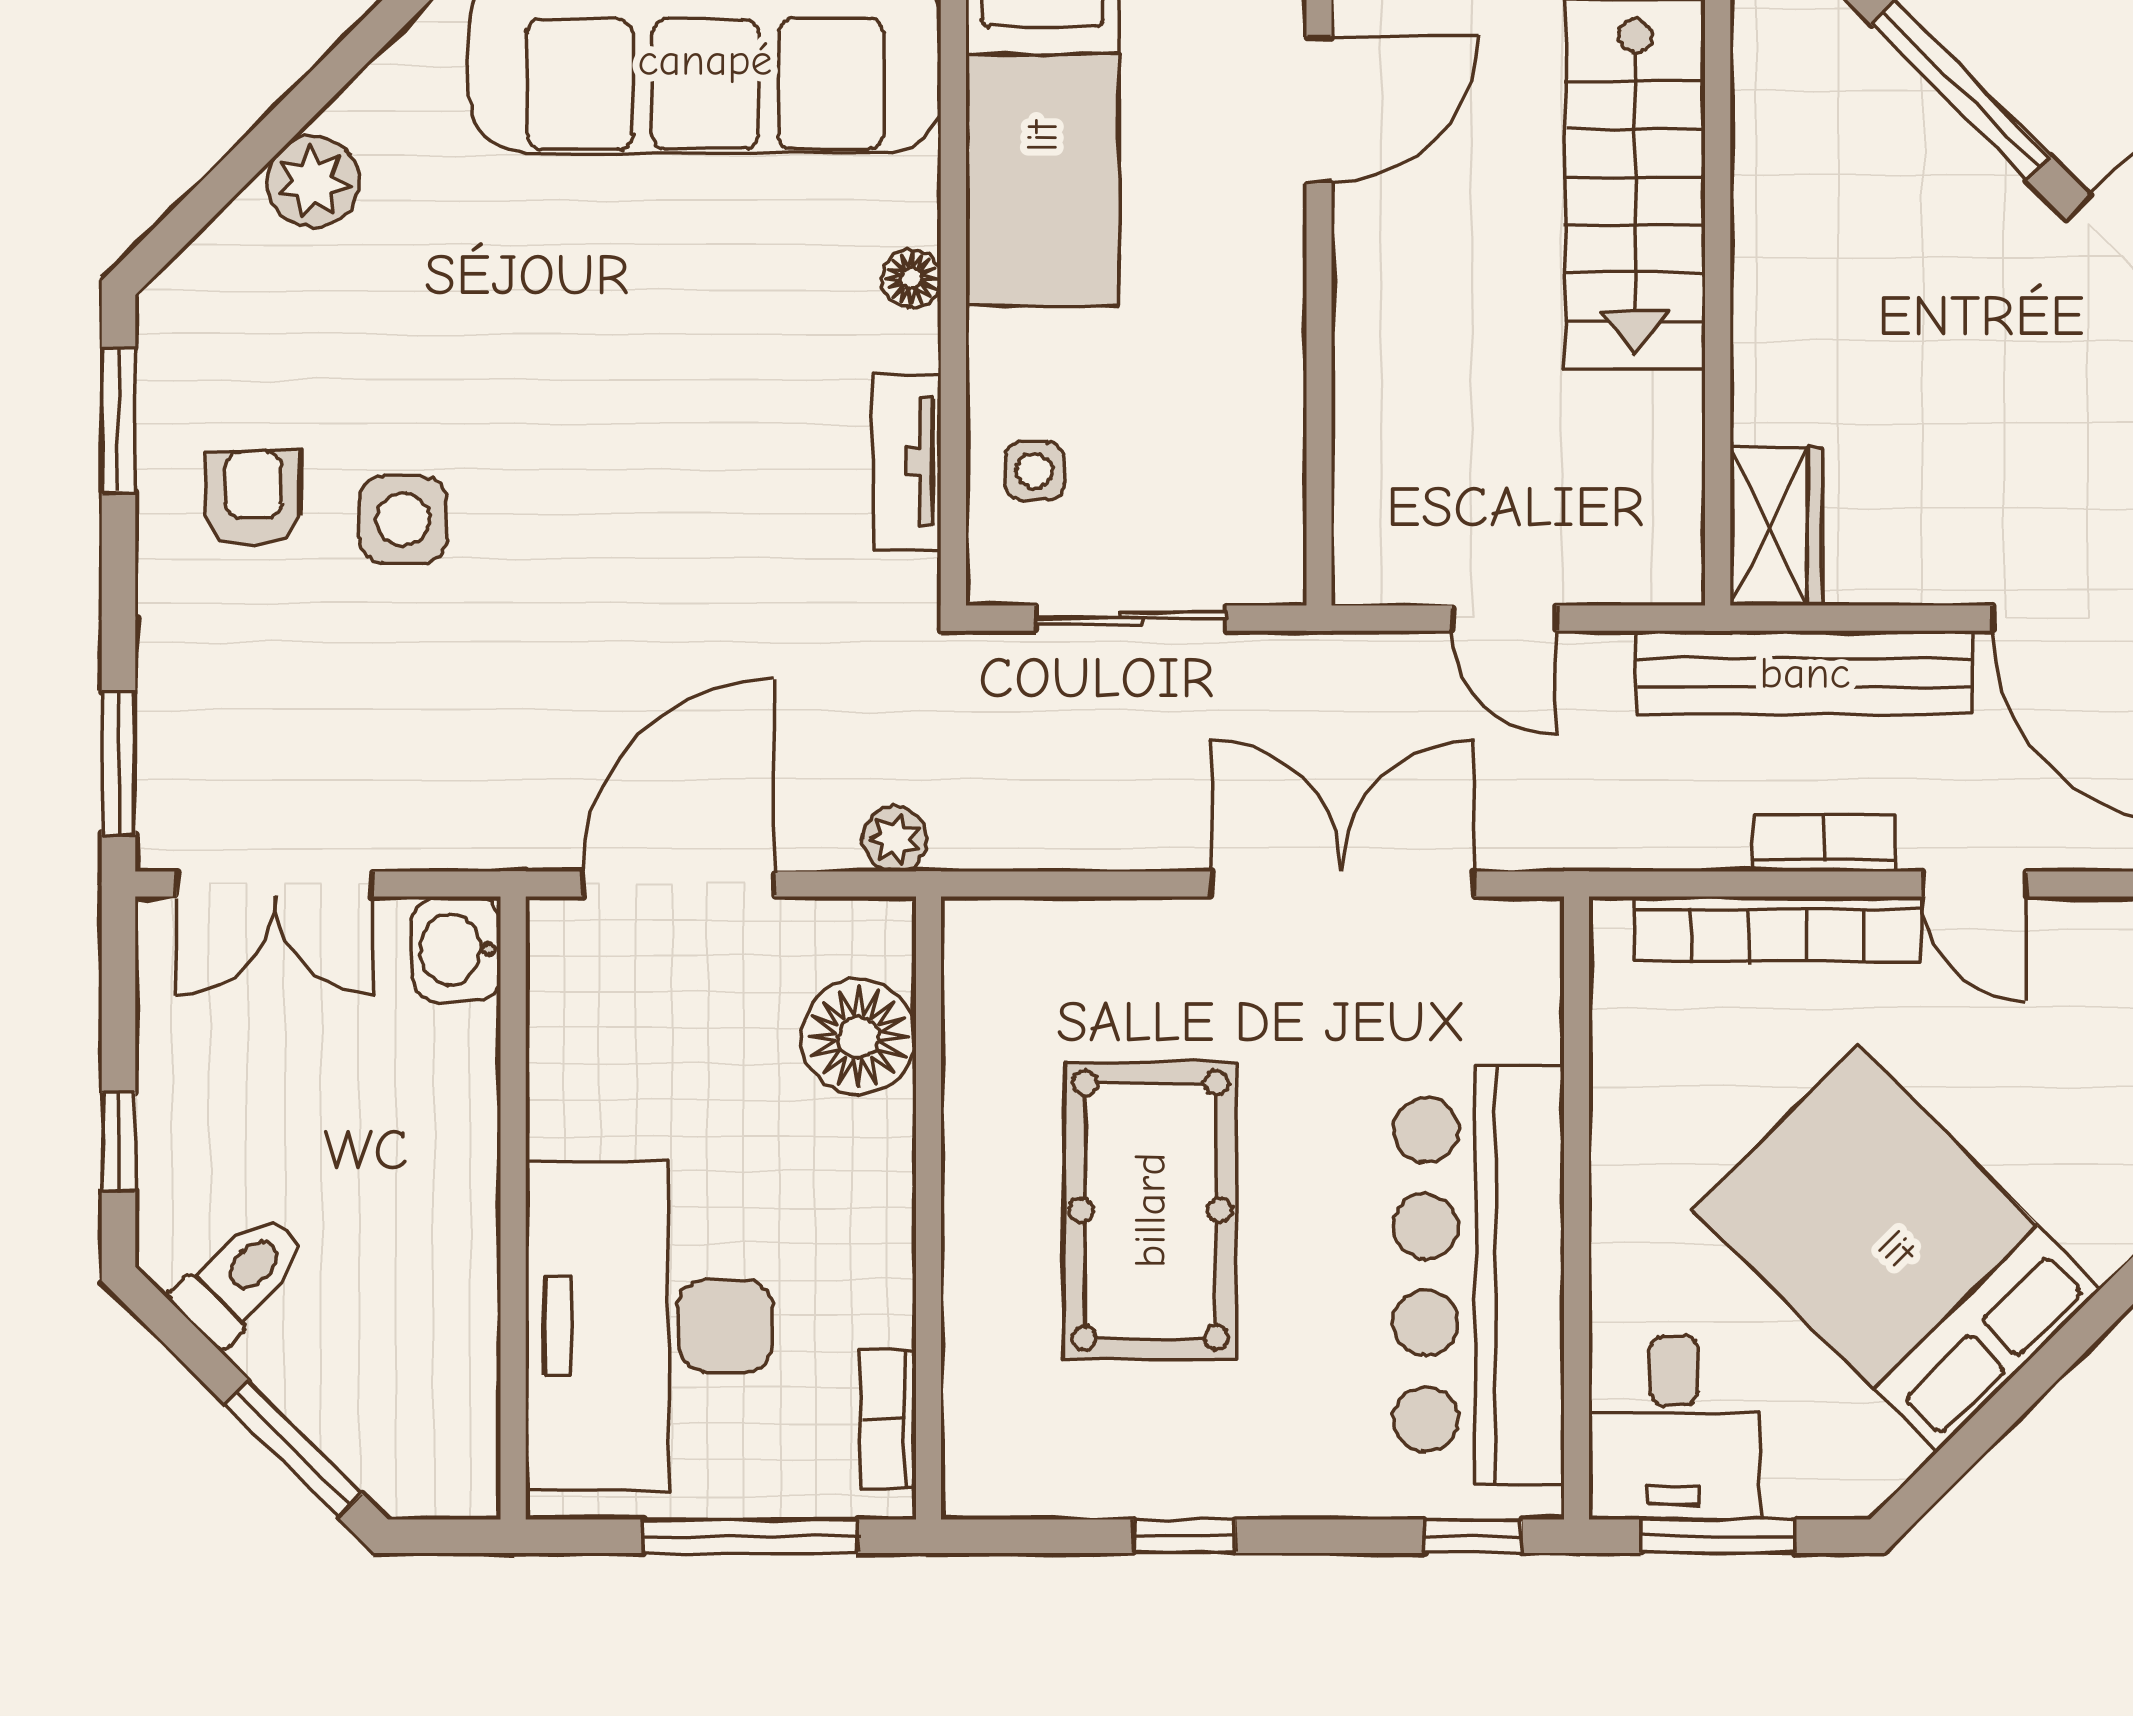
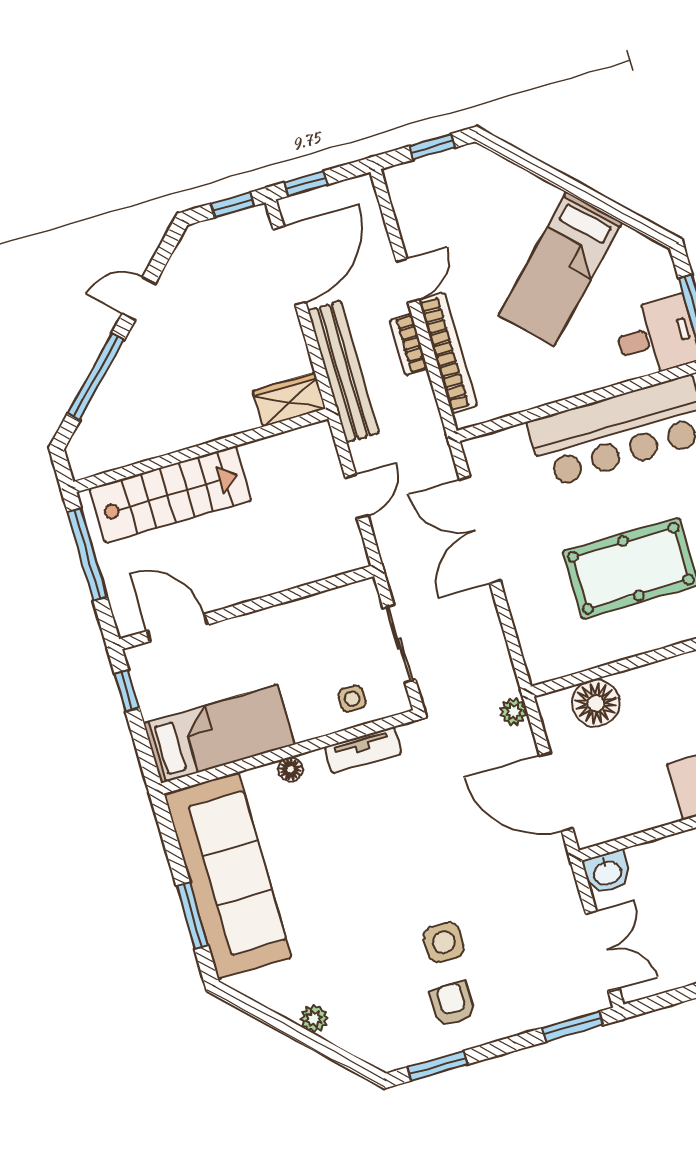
plant: (313, 182) -> (314, 1019), width x0.73, depth x0.73
armchair: (253, 498) -> (452, 1004), turned 90
bed: (1897, 1249) -> (560, 269), width x0.67

